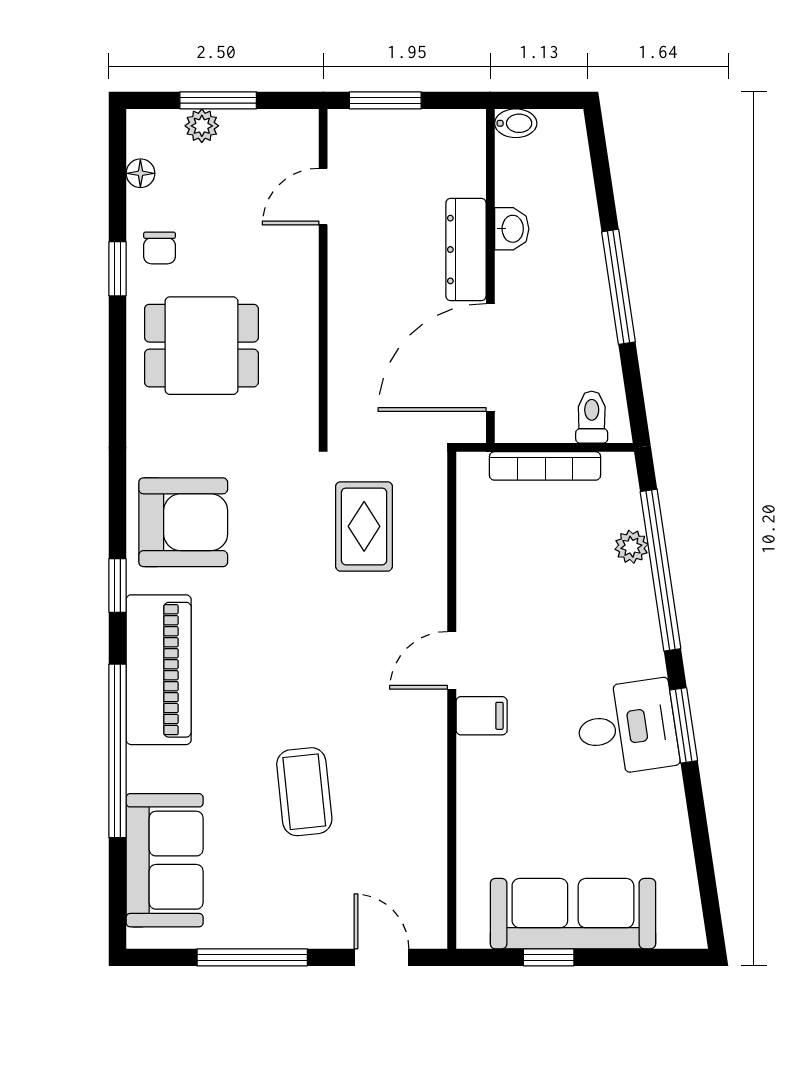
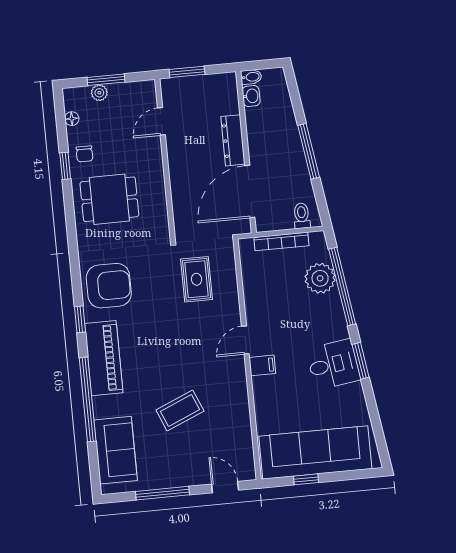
washbasin: (512, 229) -> (251, 96), moved
plant: (631, 547) -> (320, 278), width x1.88, depth x1.88
coffee table: (304, 792) -> (180, 411), turned 73
sofa: (573, 914) -> (315, 452), width x1.36, depth x1.27

